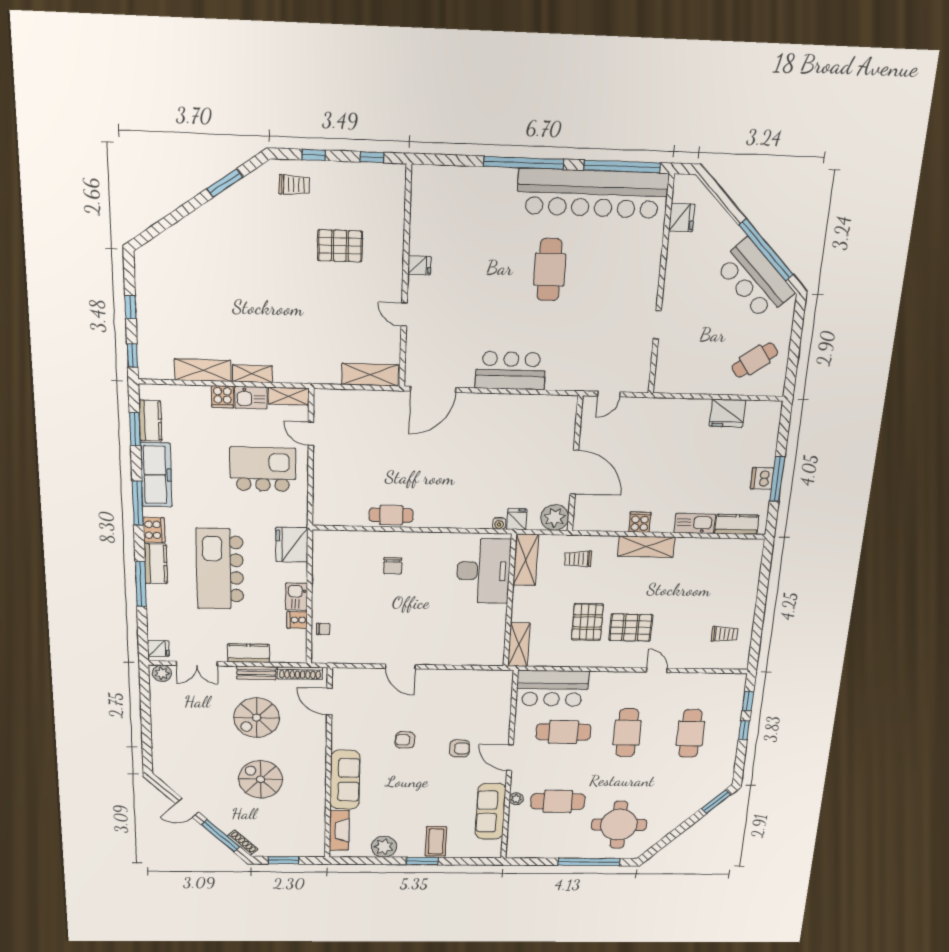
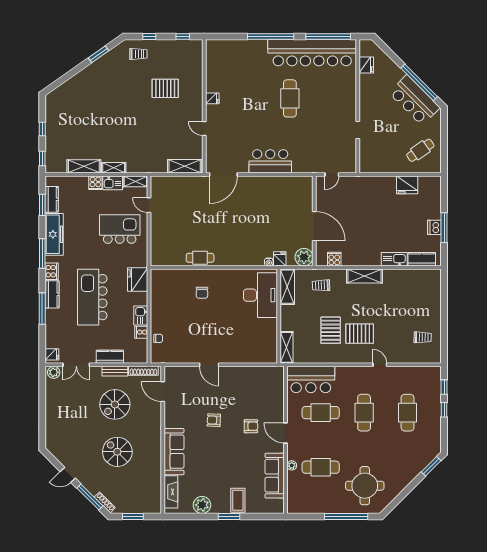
cooker: (640, 522) -> (334, 259), moved

